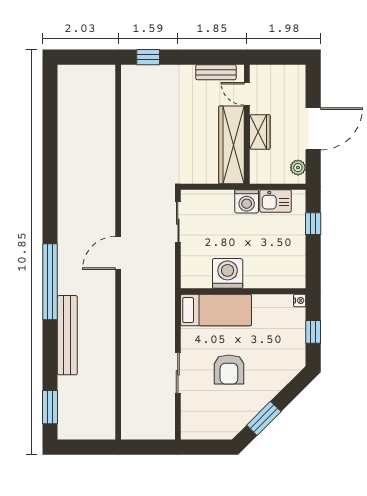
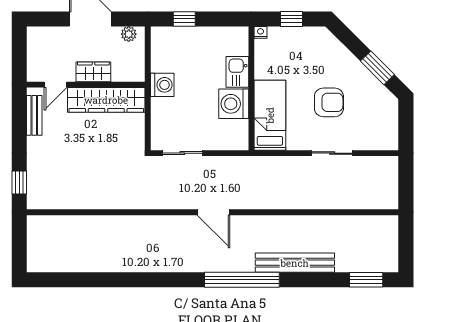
kitchen sink: (276, 201) -> (237, 72), moved, turned 180

